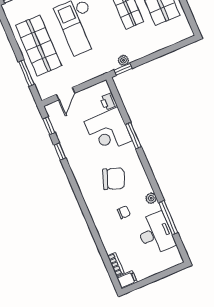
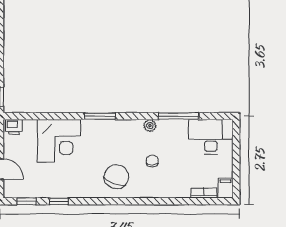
printer: (109, 102) -> (14, 127), moved
window: (133, 136) -> (100, 116), moved
chair: (114, 179) -> (116, 177), moved
desk: (156, 233) -> (211, 137), moved

